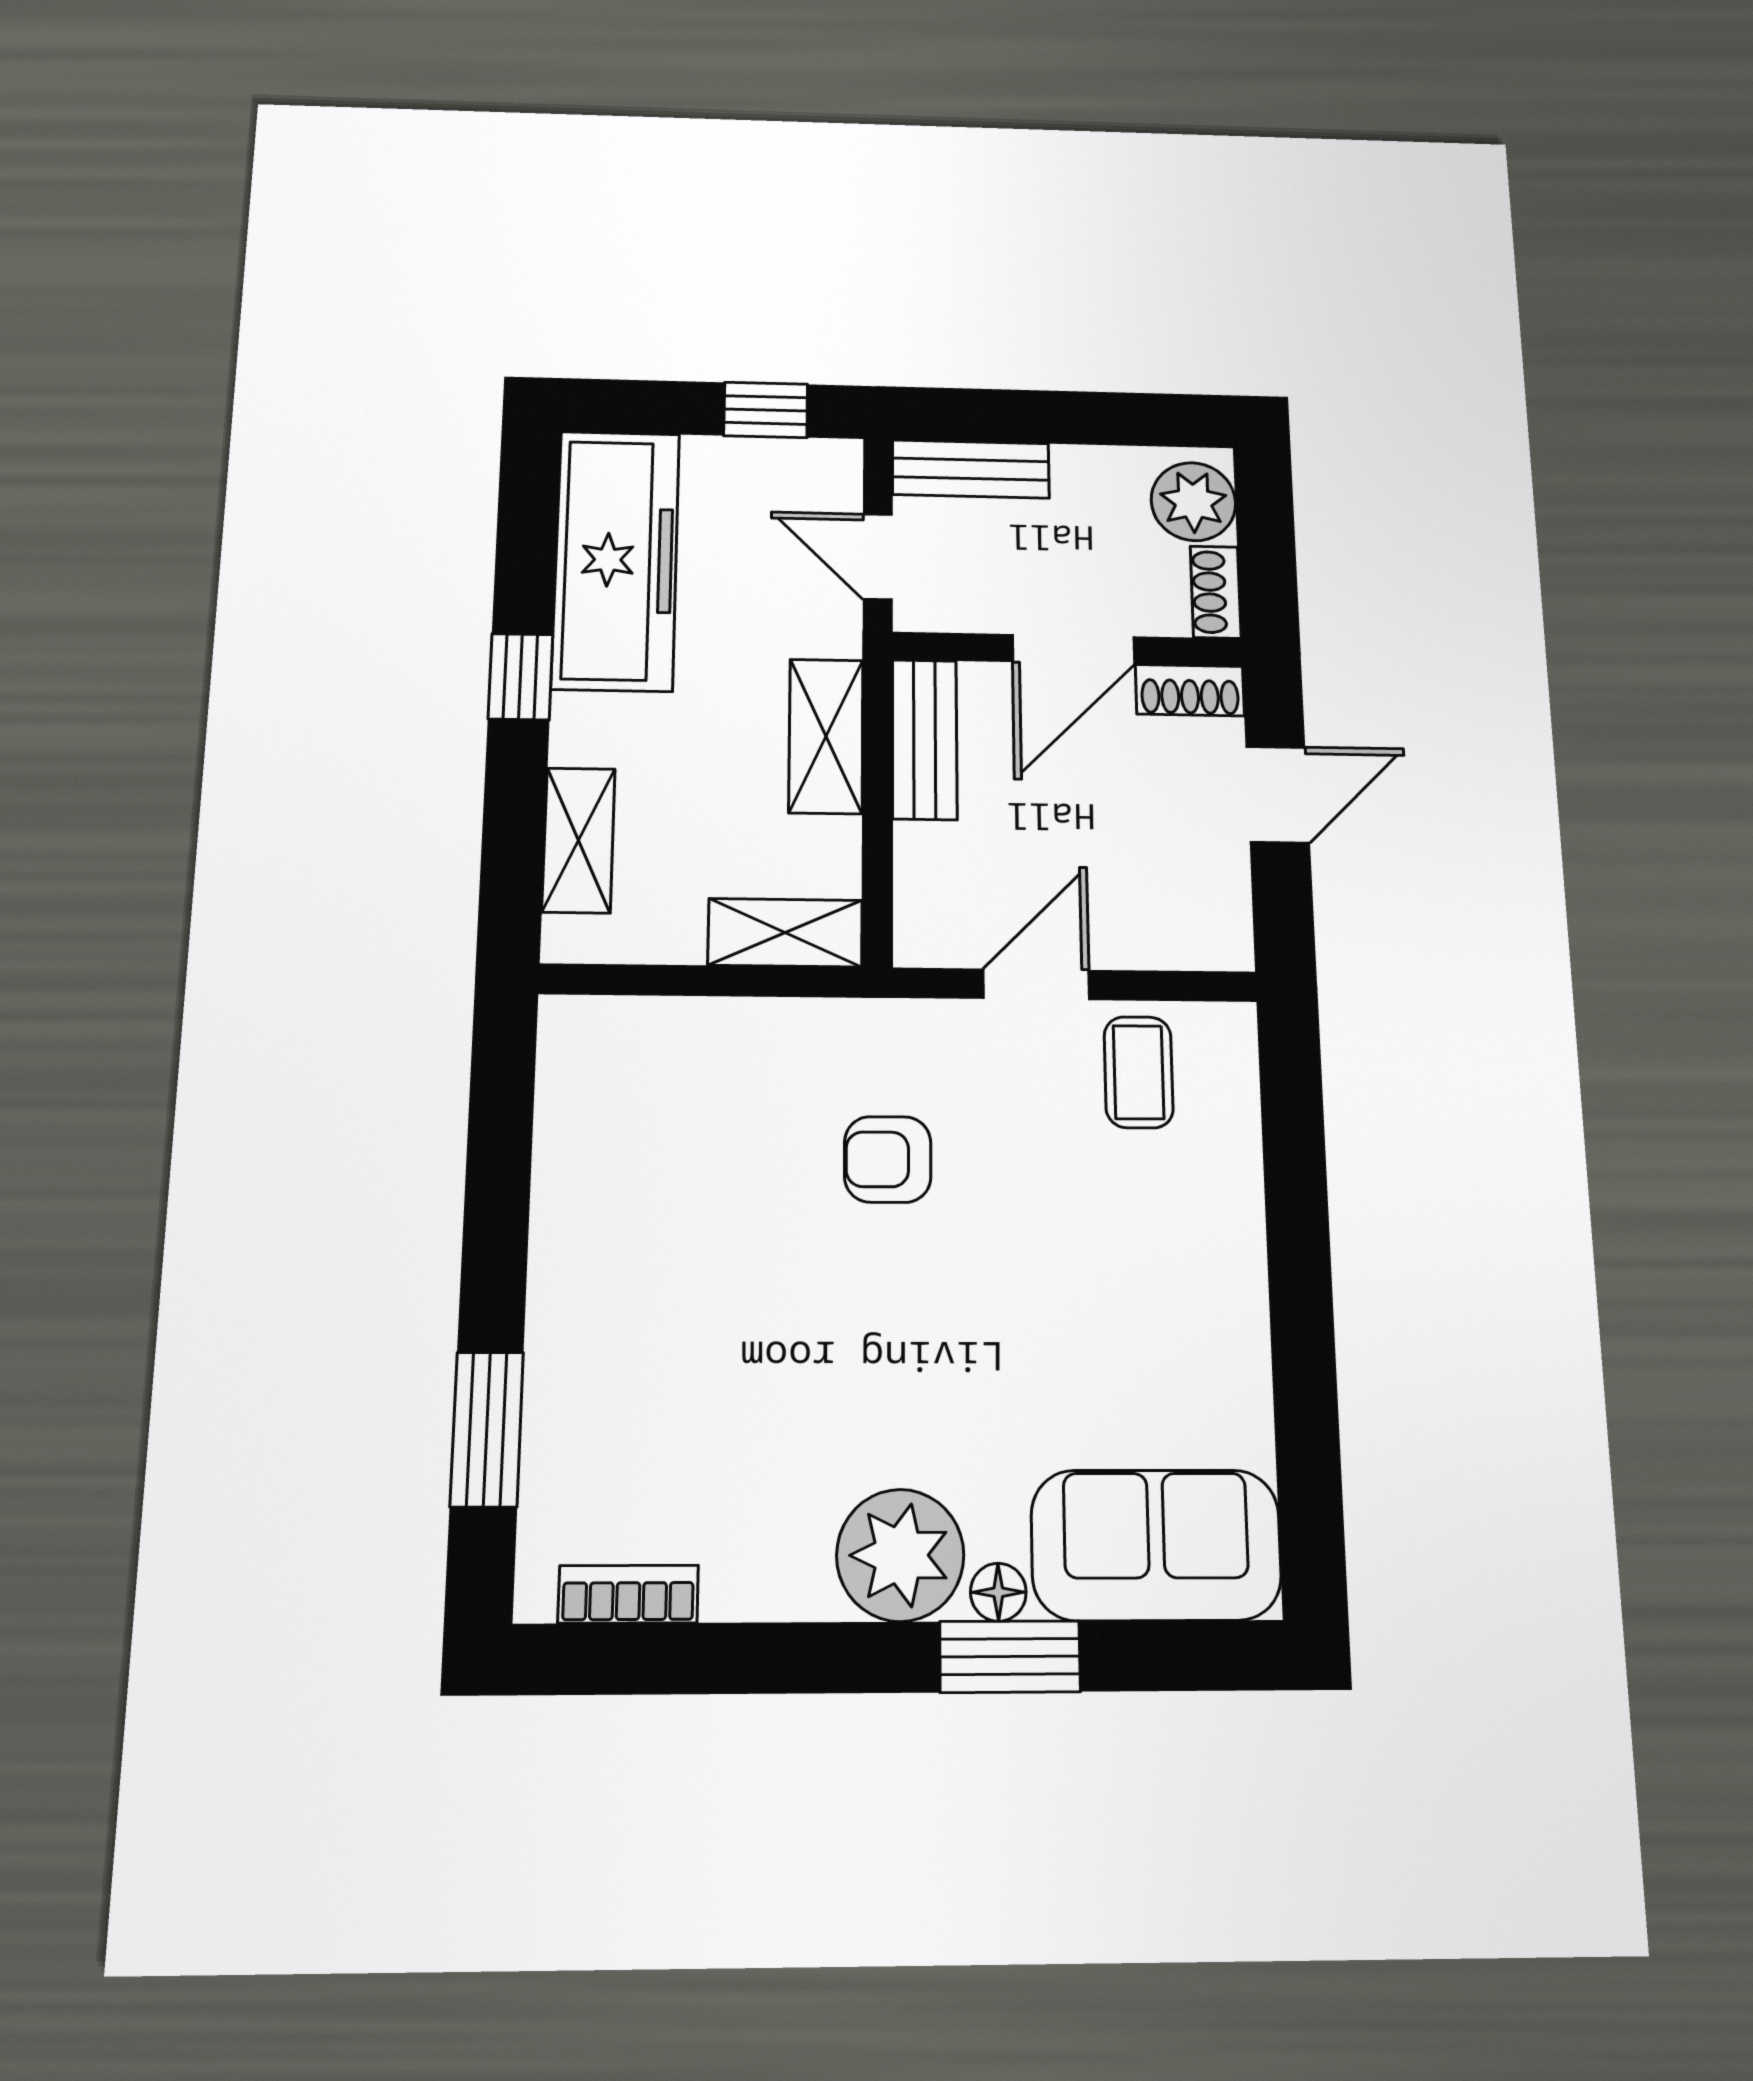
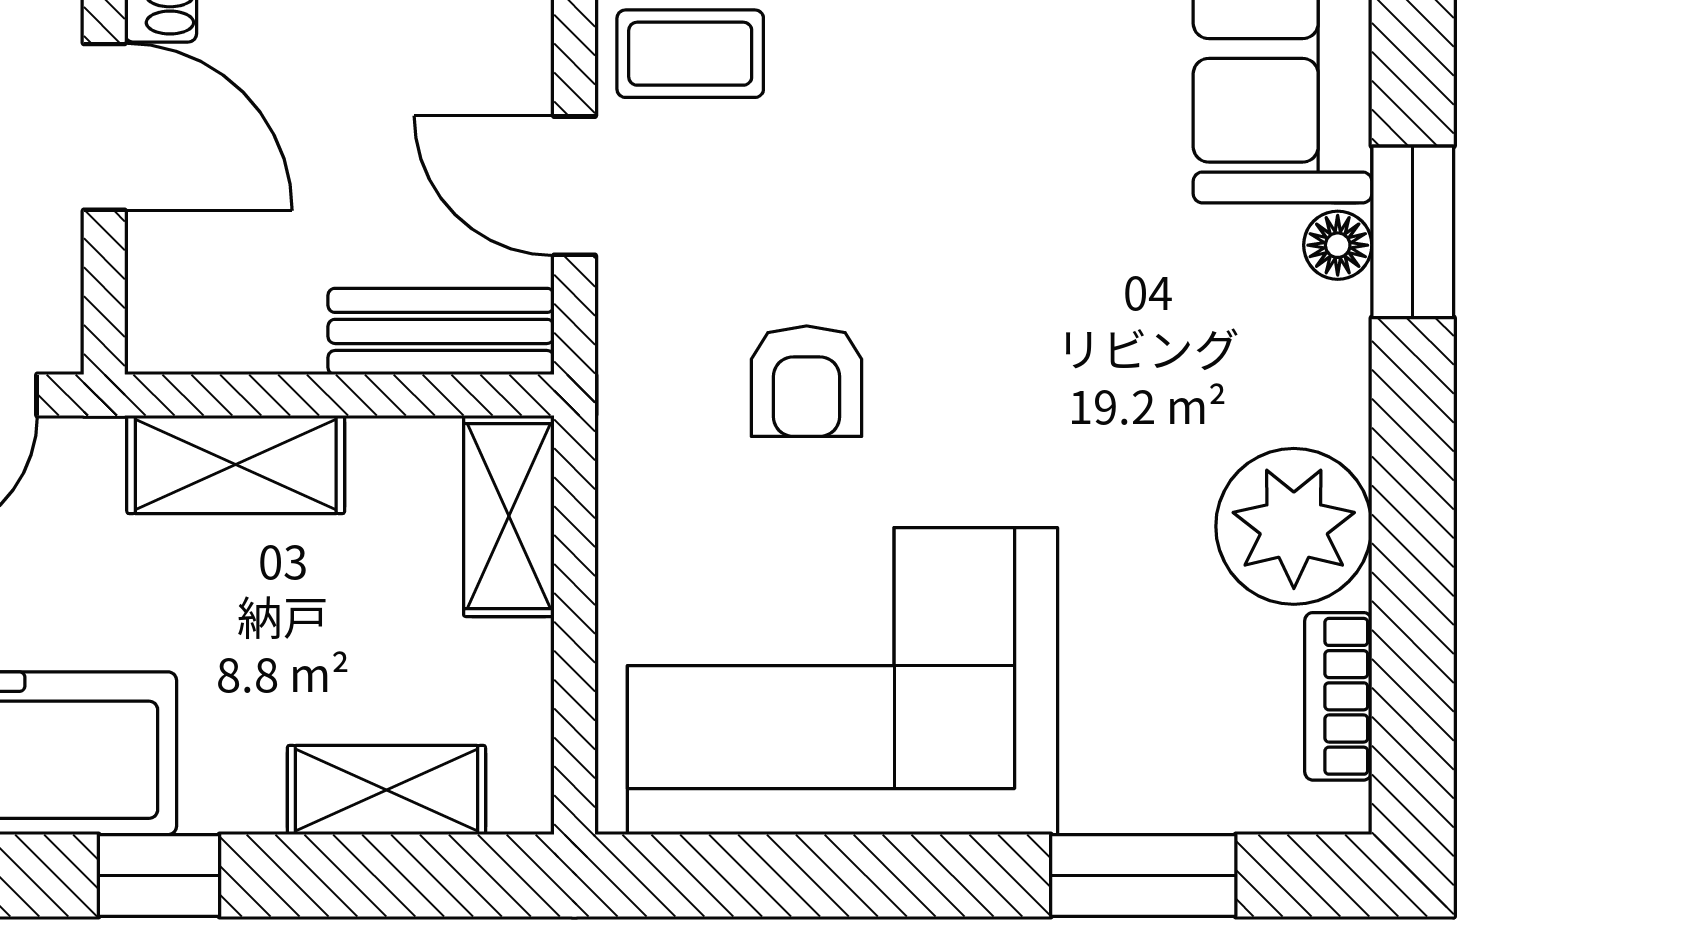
bench: (925, 739) -> (441, 331), moved
corner sofa: (652, 1186) -> (842, 681), added
plant: (900, 1555) -> (1294, 526), moved

